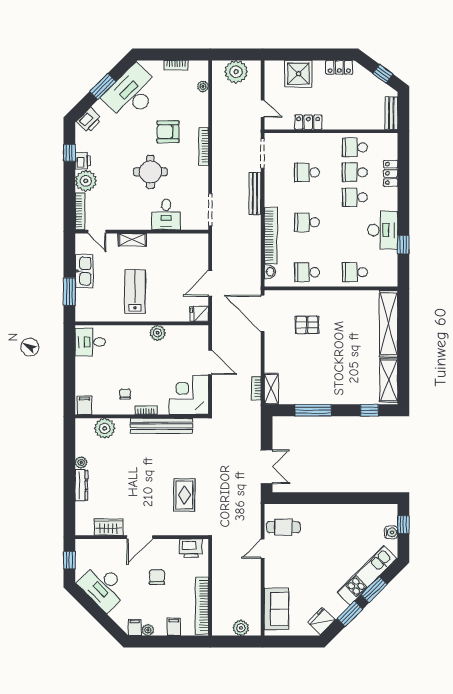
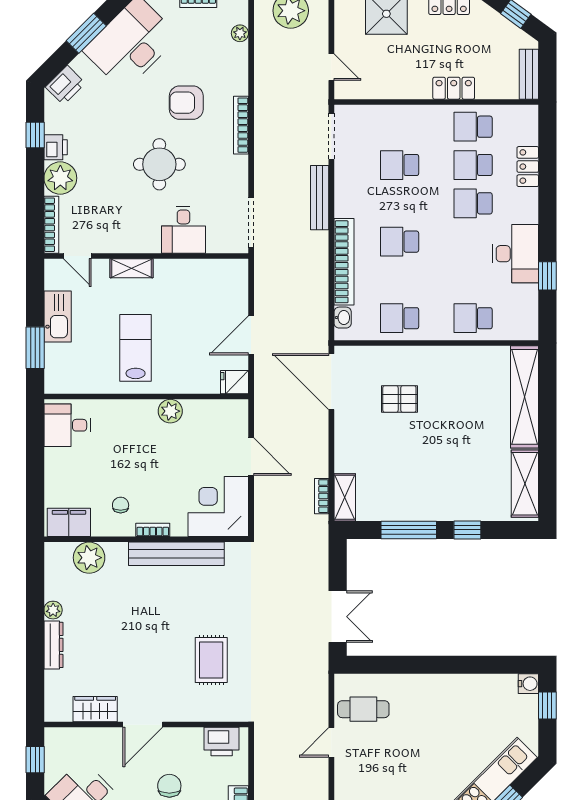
locker: (308, 122) -> (454, 88), moved
filing cabinet: (84, 405) -> (69, 522), width x2.00
window: (369, 410) -> (467, 530), moved
water cooler: (391, 532) -> (528, 684), moved

